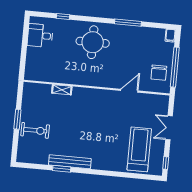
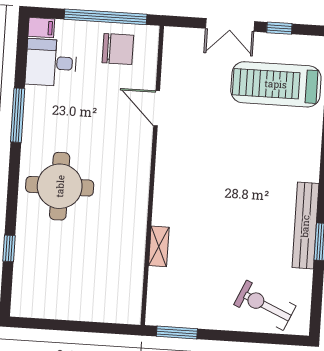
desk: (40, 36) -> (51, 63), moved, turned 90
window: (17, 119) -> (177, 333), moved
exercise bike: (35, 130) -> (265, 305), moved, turned -66
window: (166, 163) -> (279, 28), moved

